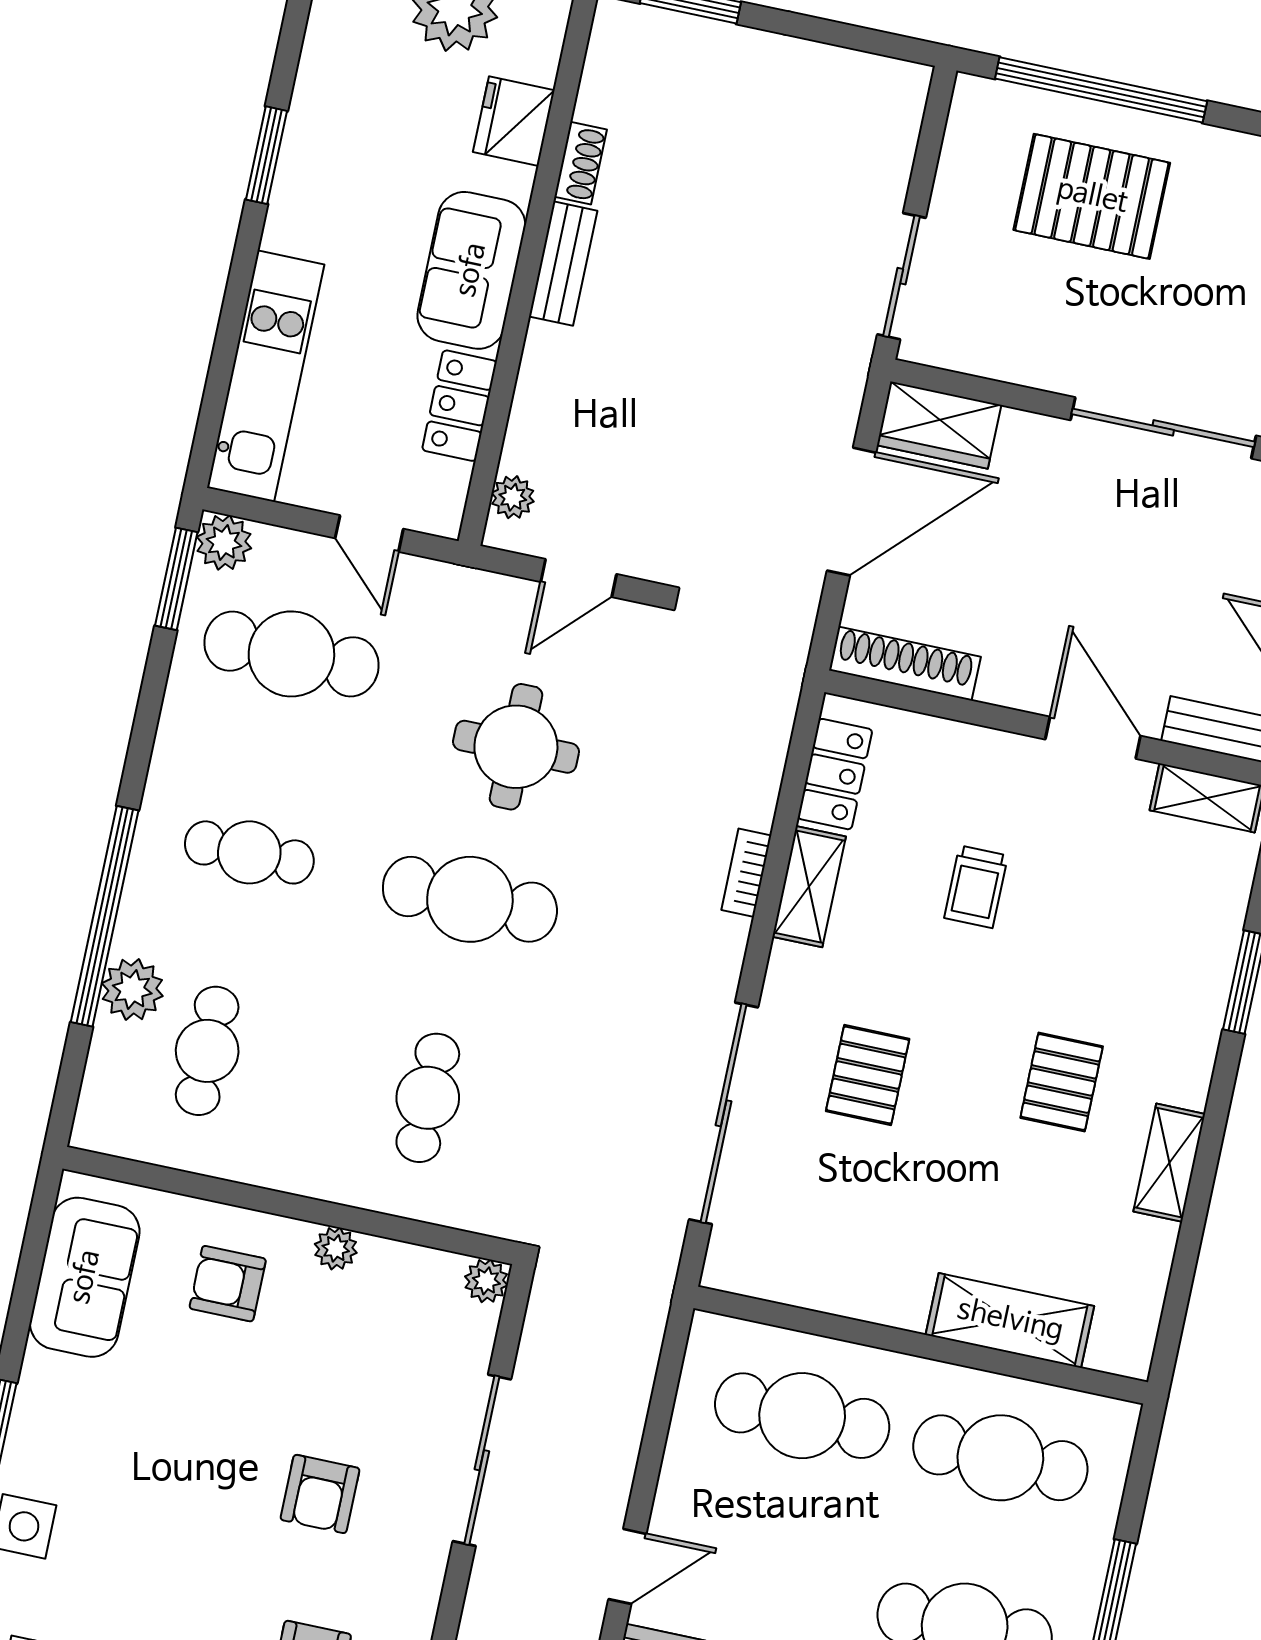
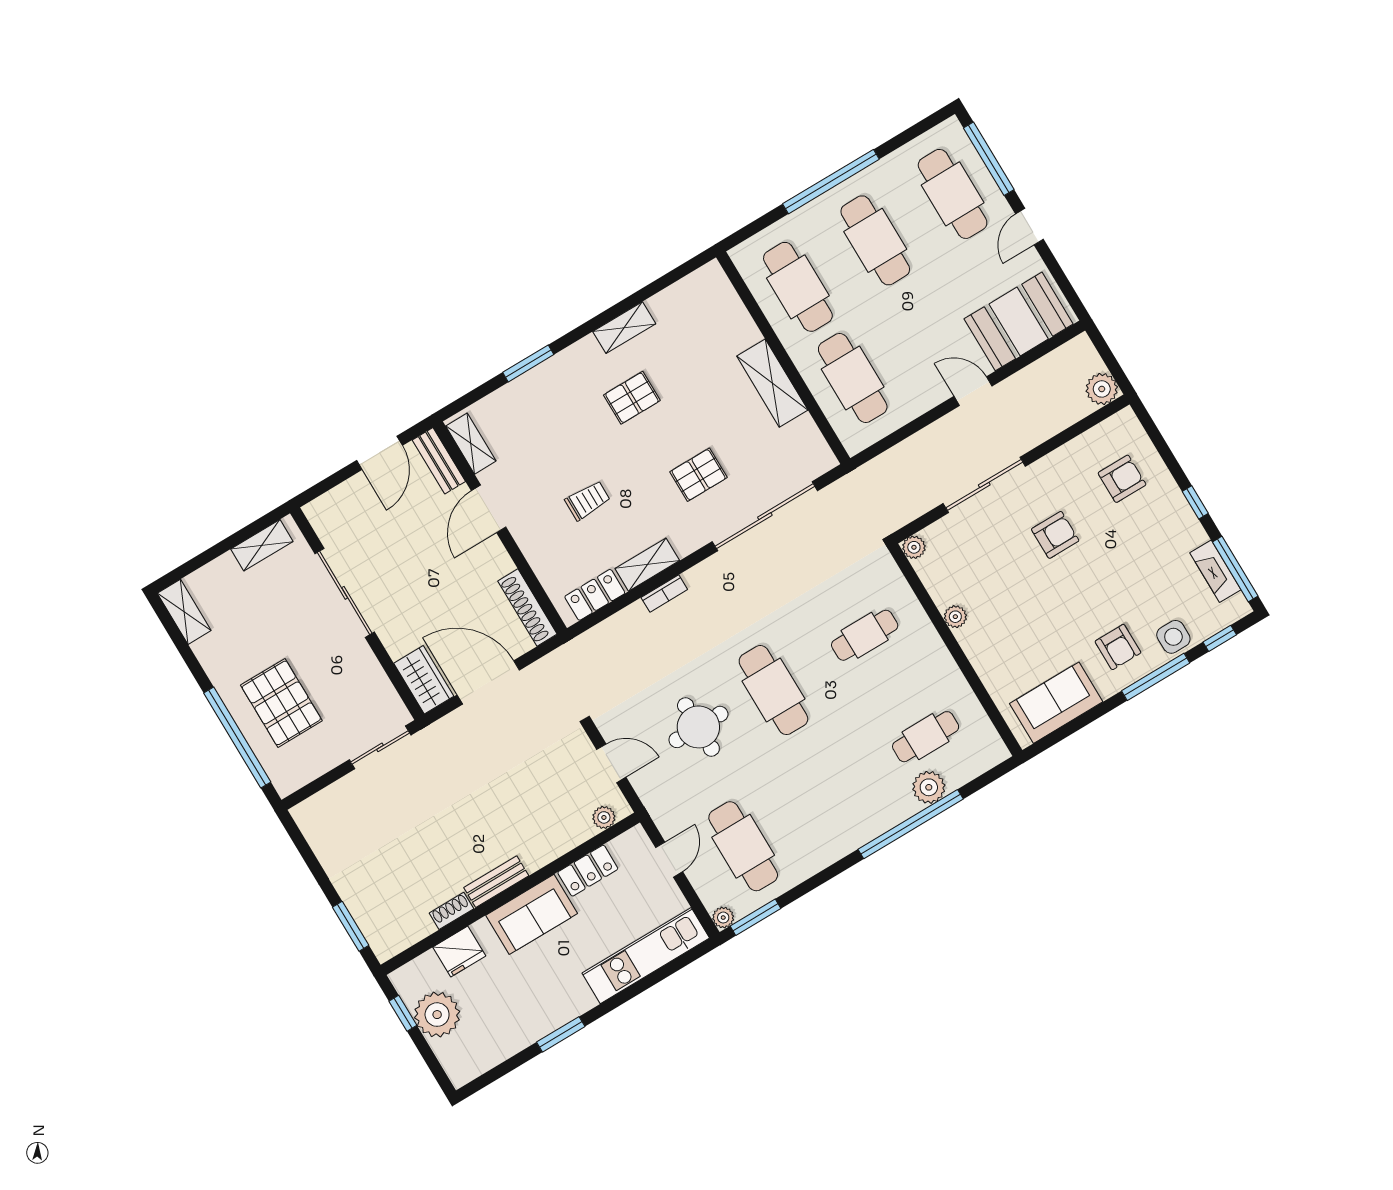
plant: (224, 542) -> (723, 918), width x0.73, depth x0.73
cafe table: (249, 852) -> (834, 791), removed
armchair: (228, 1284) -> (1118, 647), moved
shelving: (1010, 1320) -> (772, 383), moved

